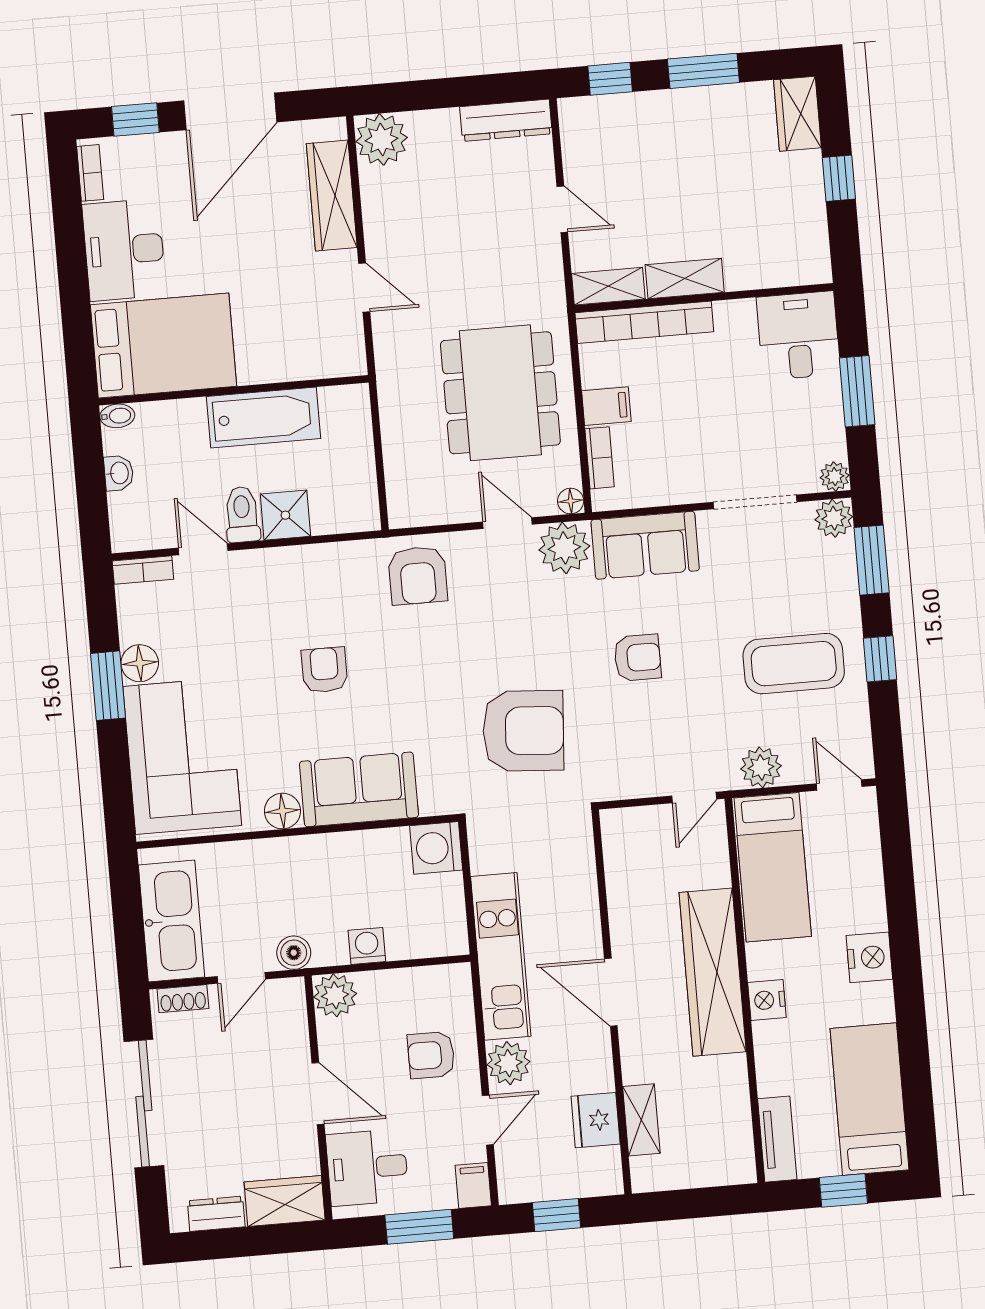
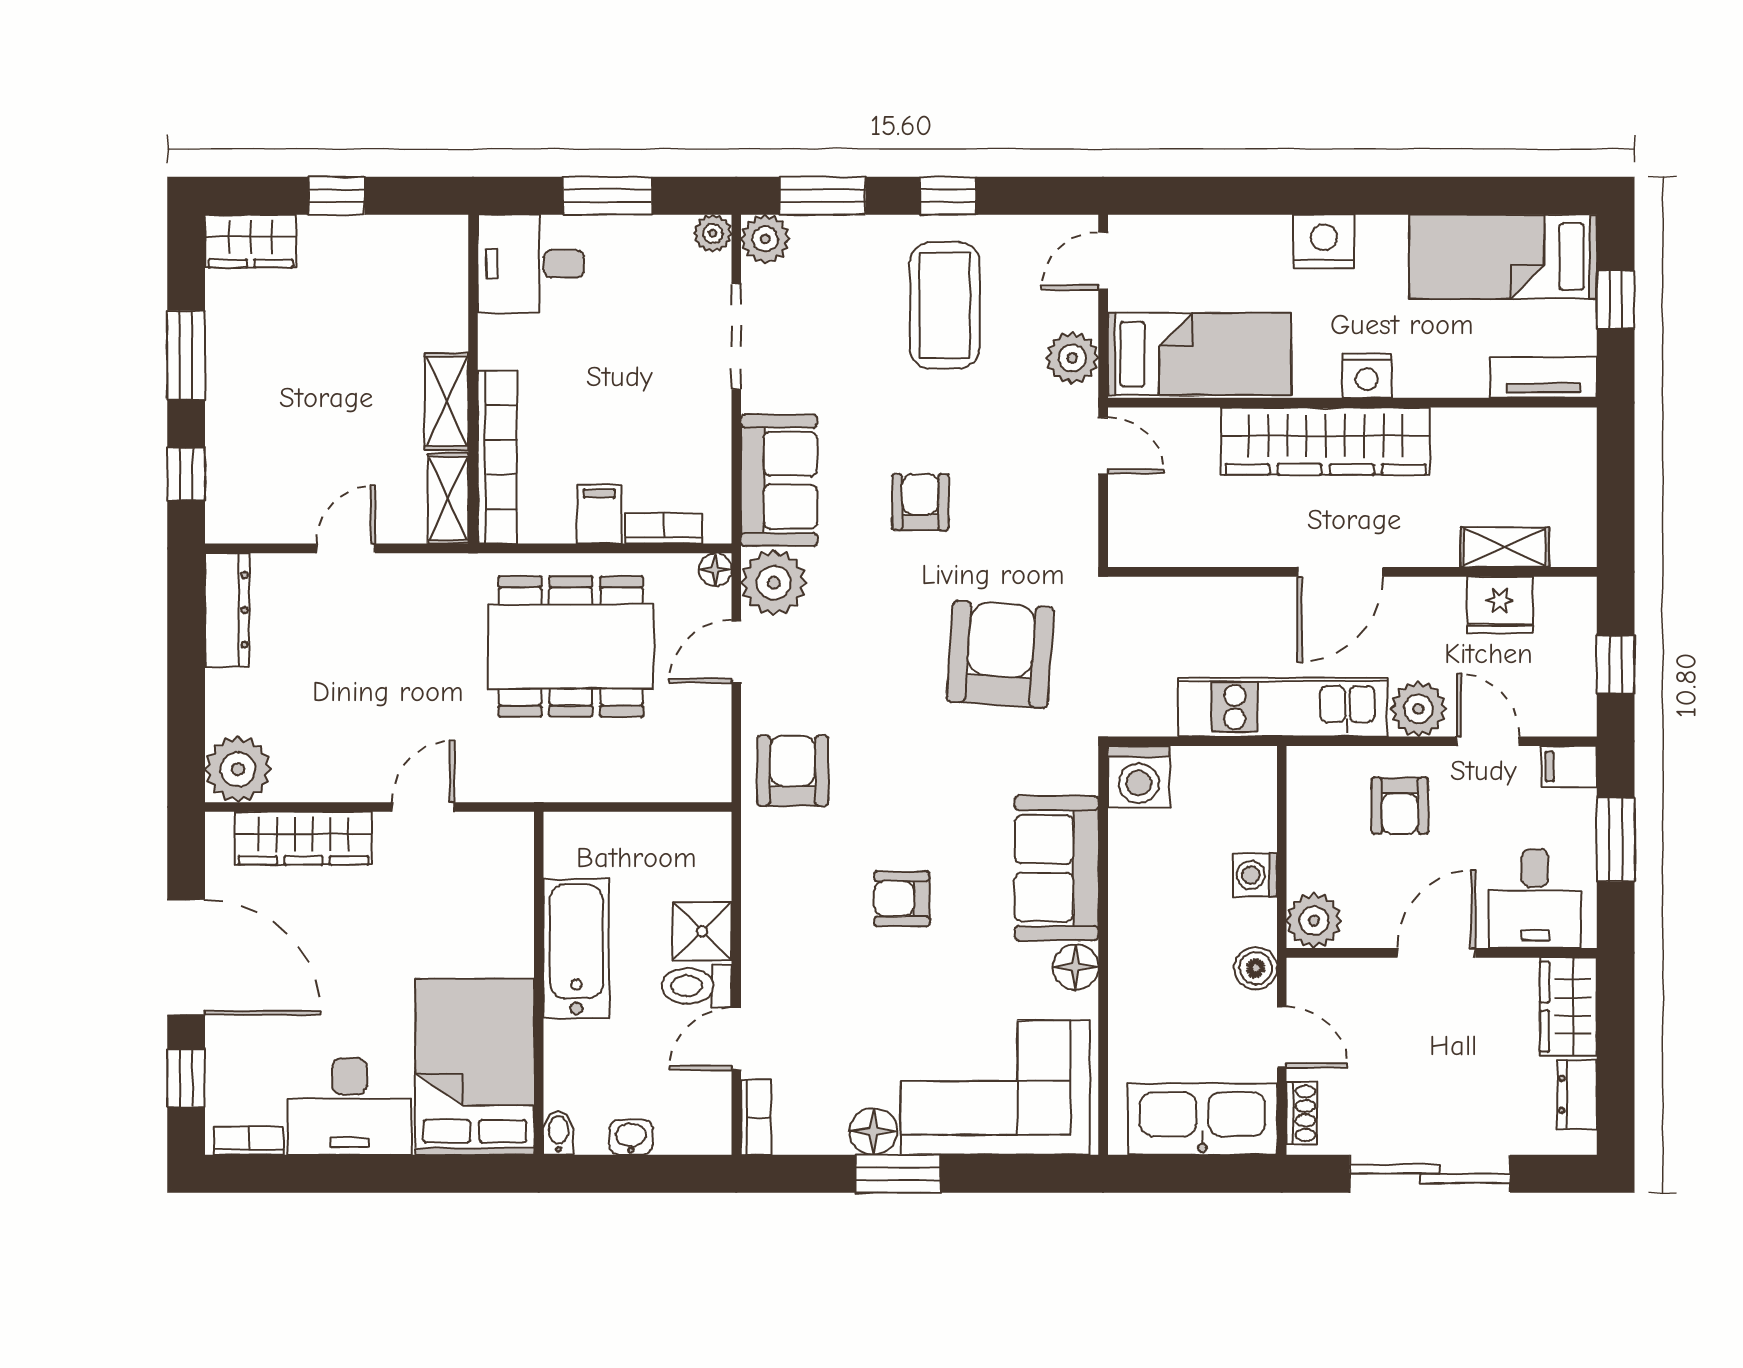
armchair: (418, 575) -> (793, 771), turned -90

